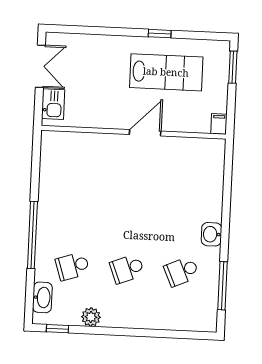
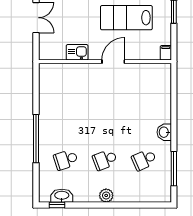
lab bench: (166, 72) -> (126, 18), turned 180
kitchen sink: (53, 104) -> (77, 52), moved, turned -90
washbasin: (42, 297) -> (62, 196), moved, turned -90
plant: (91, 317) -> (106, 195), moved

